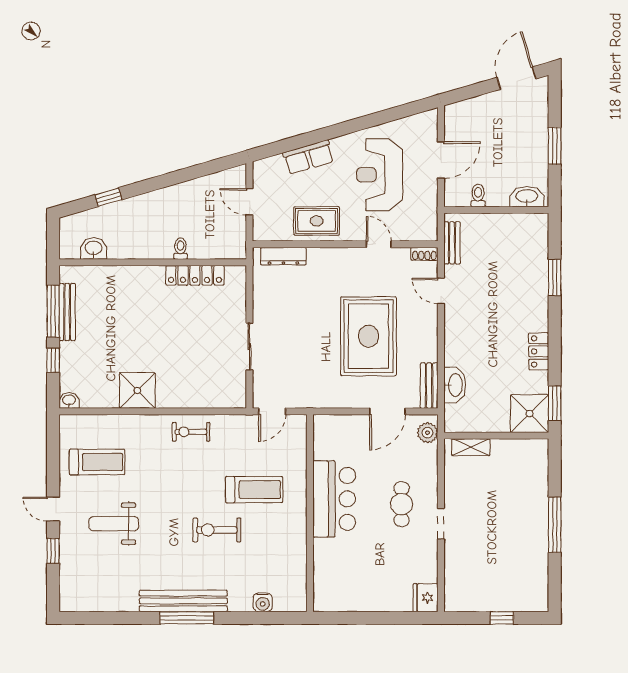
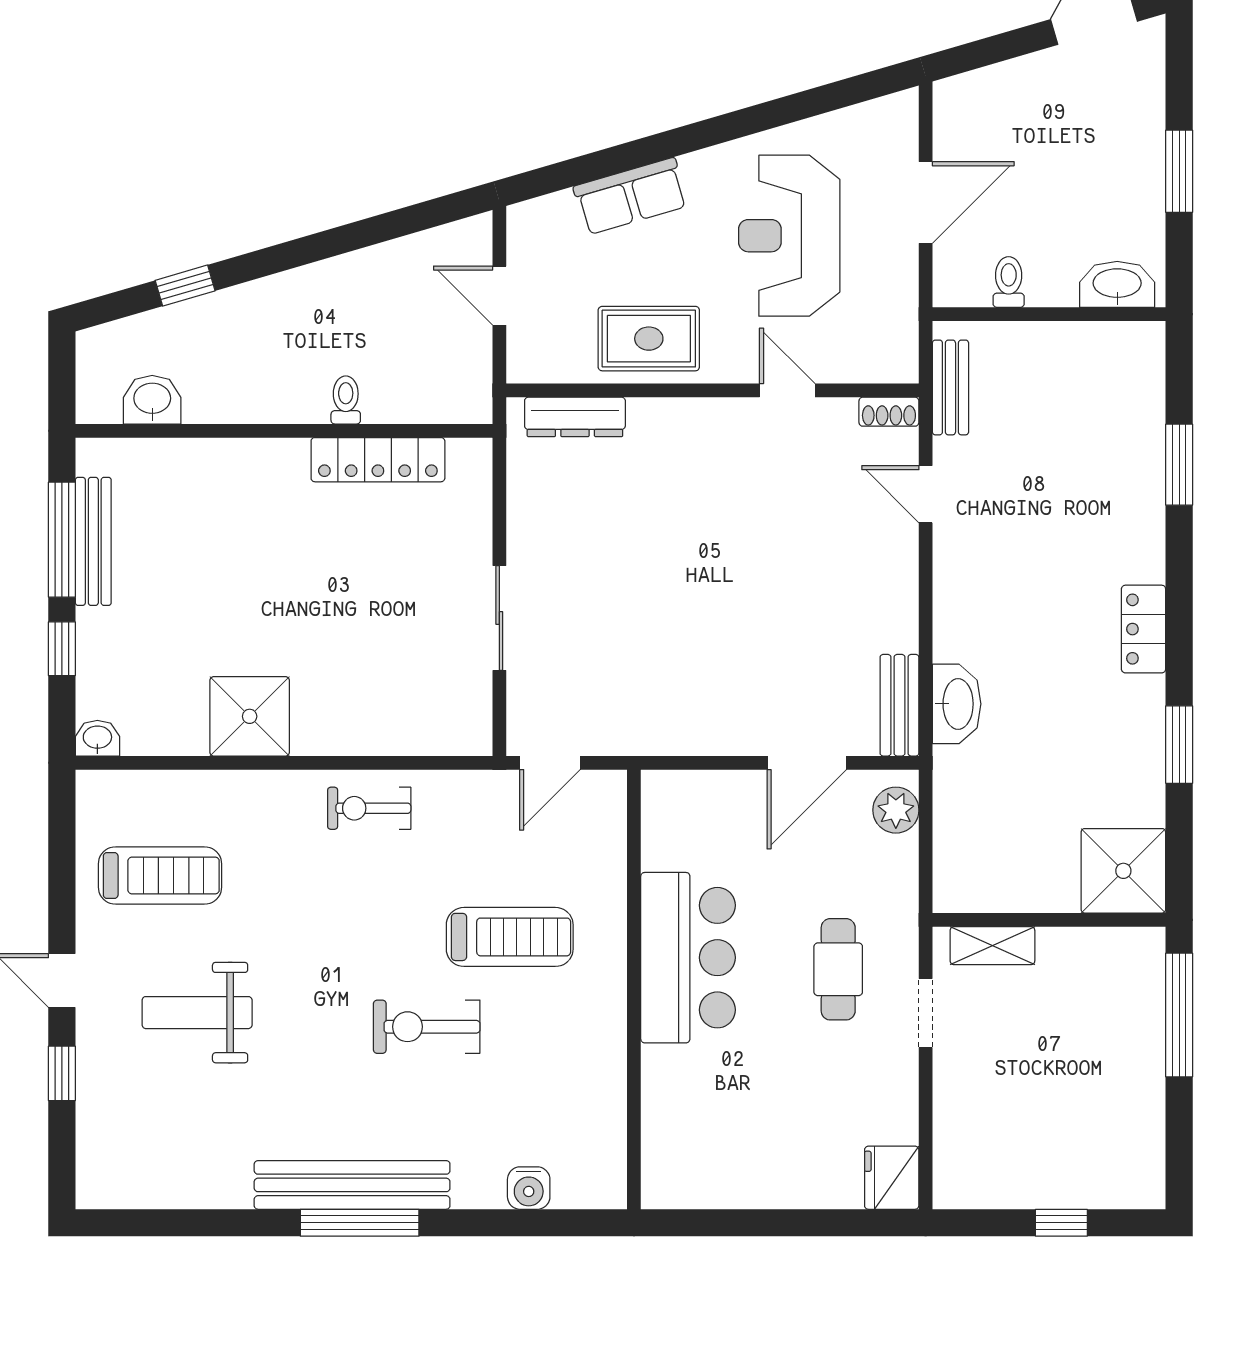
rug: (369, 336) -> (765, 595), removed
shower: (530, 414) -> (1123, 871), moved
wall: (496, 436) -> (1049, 920), moved
shelving: (471, 447) -> (992, 946), moved

